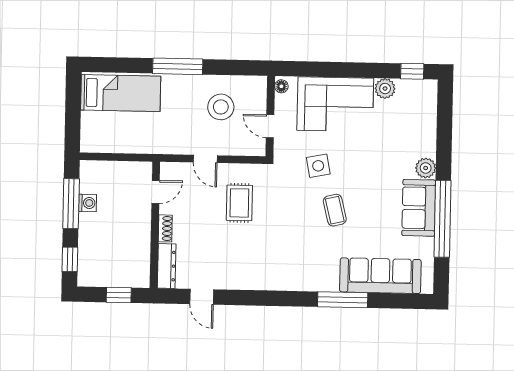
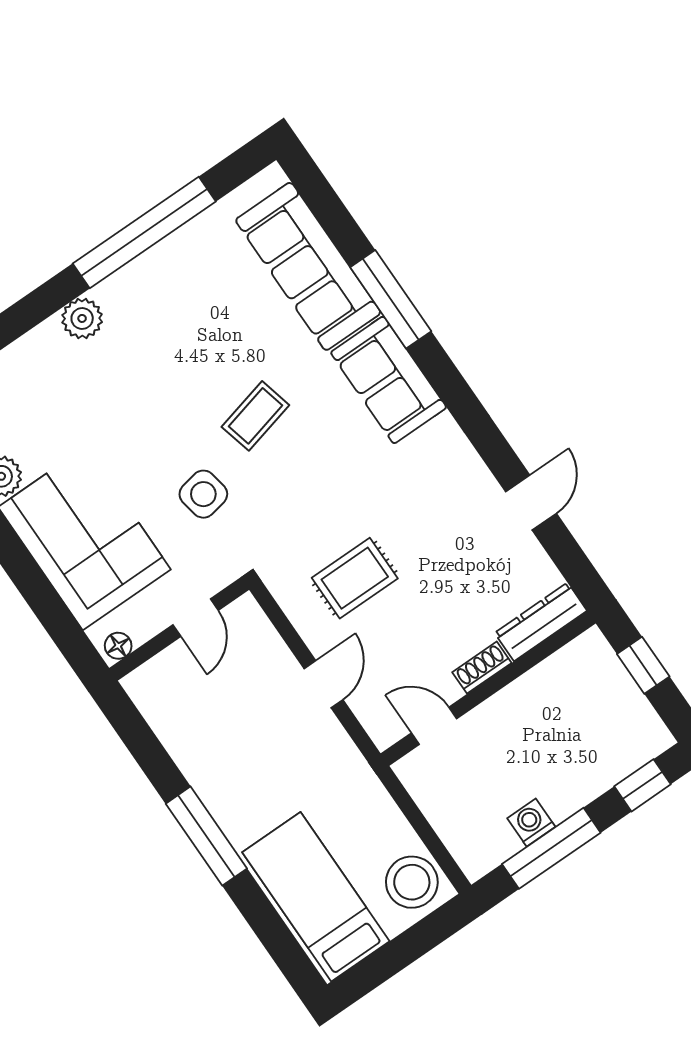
stool: (221, 107) -> (412, 882), moved
sofa: (419, 208) -> (389, 380), moved, turned 90
door: (202, 297) -> (531, 503), moved

